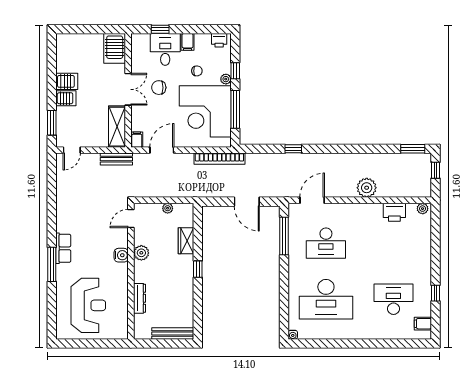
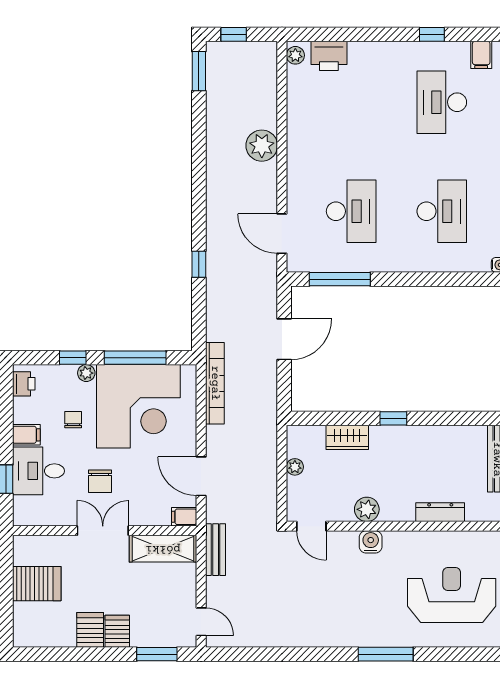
server rack: (115, 48) -> (37, 584), moved
printer: (394, 212) -> (329, 56), moved, turned 90
row of seats: (63, 248) -> (359, 635), removed
desk: (326, 299) -> (442, 211), width x0.73, depth x0.77

